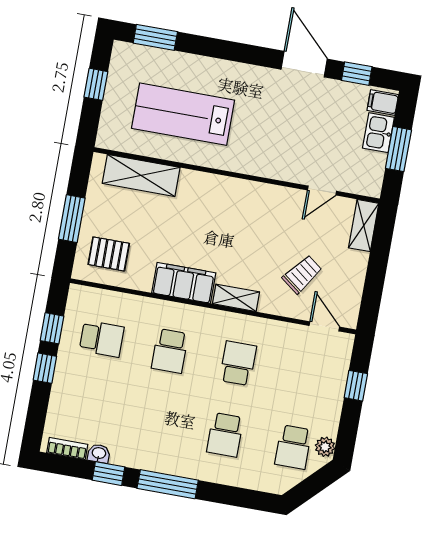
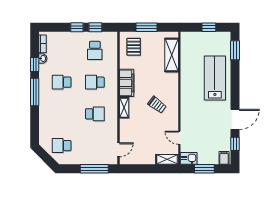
lab bench: (183, 114) -> (215, 78), moved
kitchen sink: (378, 133) -> (189, 158), moved
trolley: (302, 274) -> (157, 105), moved
window: (356, 386) -> (94, 169), width x2.17
school desk: (225, 435) -> (62, 82), moved
plant: (325, 447) -> (64, 160), removed

